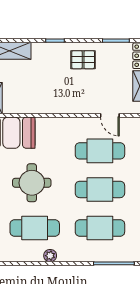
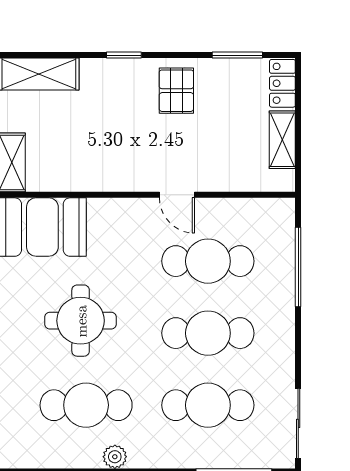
pallet: (83, 60) -> (176, 91), turned 90
door: (110, 115) -> (177, 195), moved

